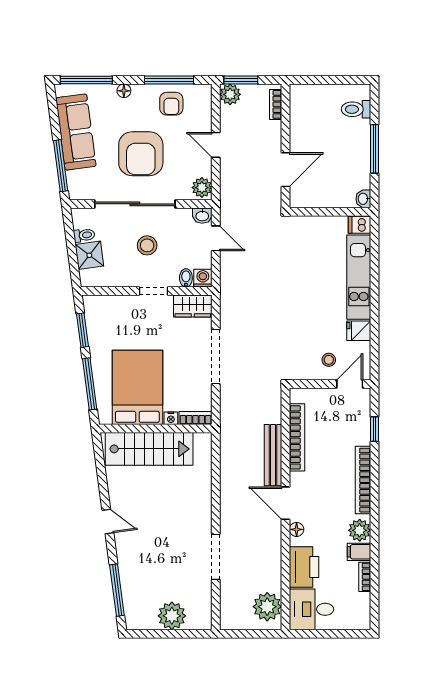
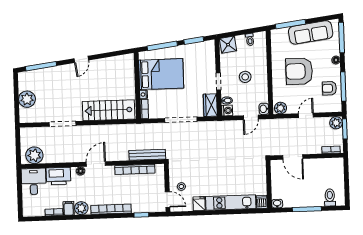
sliding door: (135, 204) -> (269, 69), removed
shower: (89, 255) -> (228, 45), moved
stairs: (149, 449) -> (109, 110), moved, turned 90
bench: (273, 455) -> (147, 155), moved

